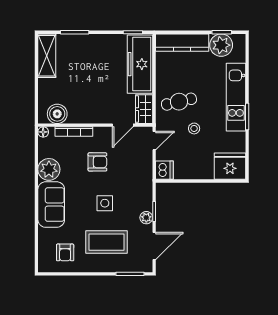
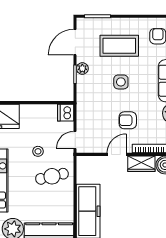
wardrobe: (144, 109) -> (141, 164), moved, turned 90
door: (123, 125) -> (117, 154), moved

